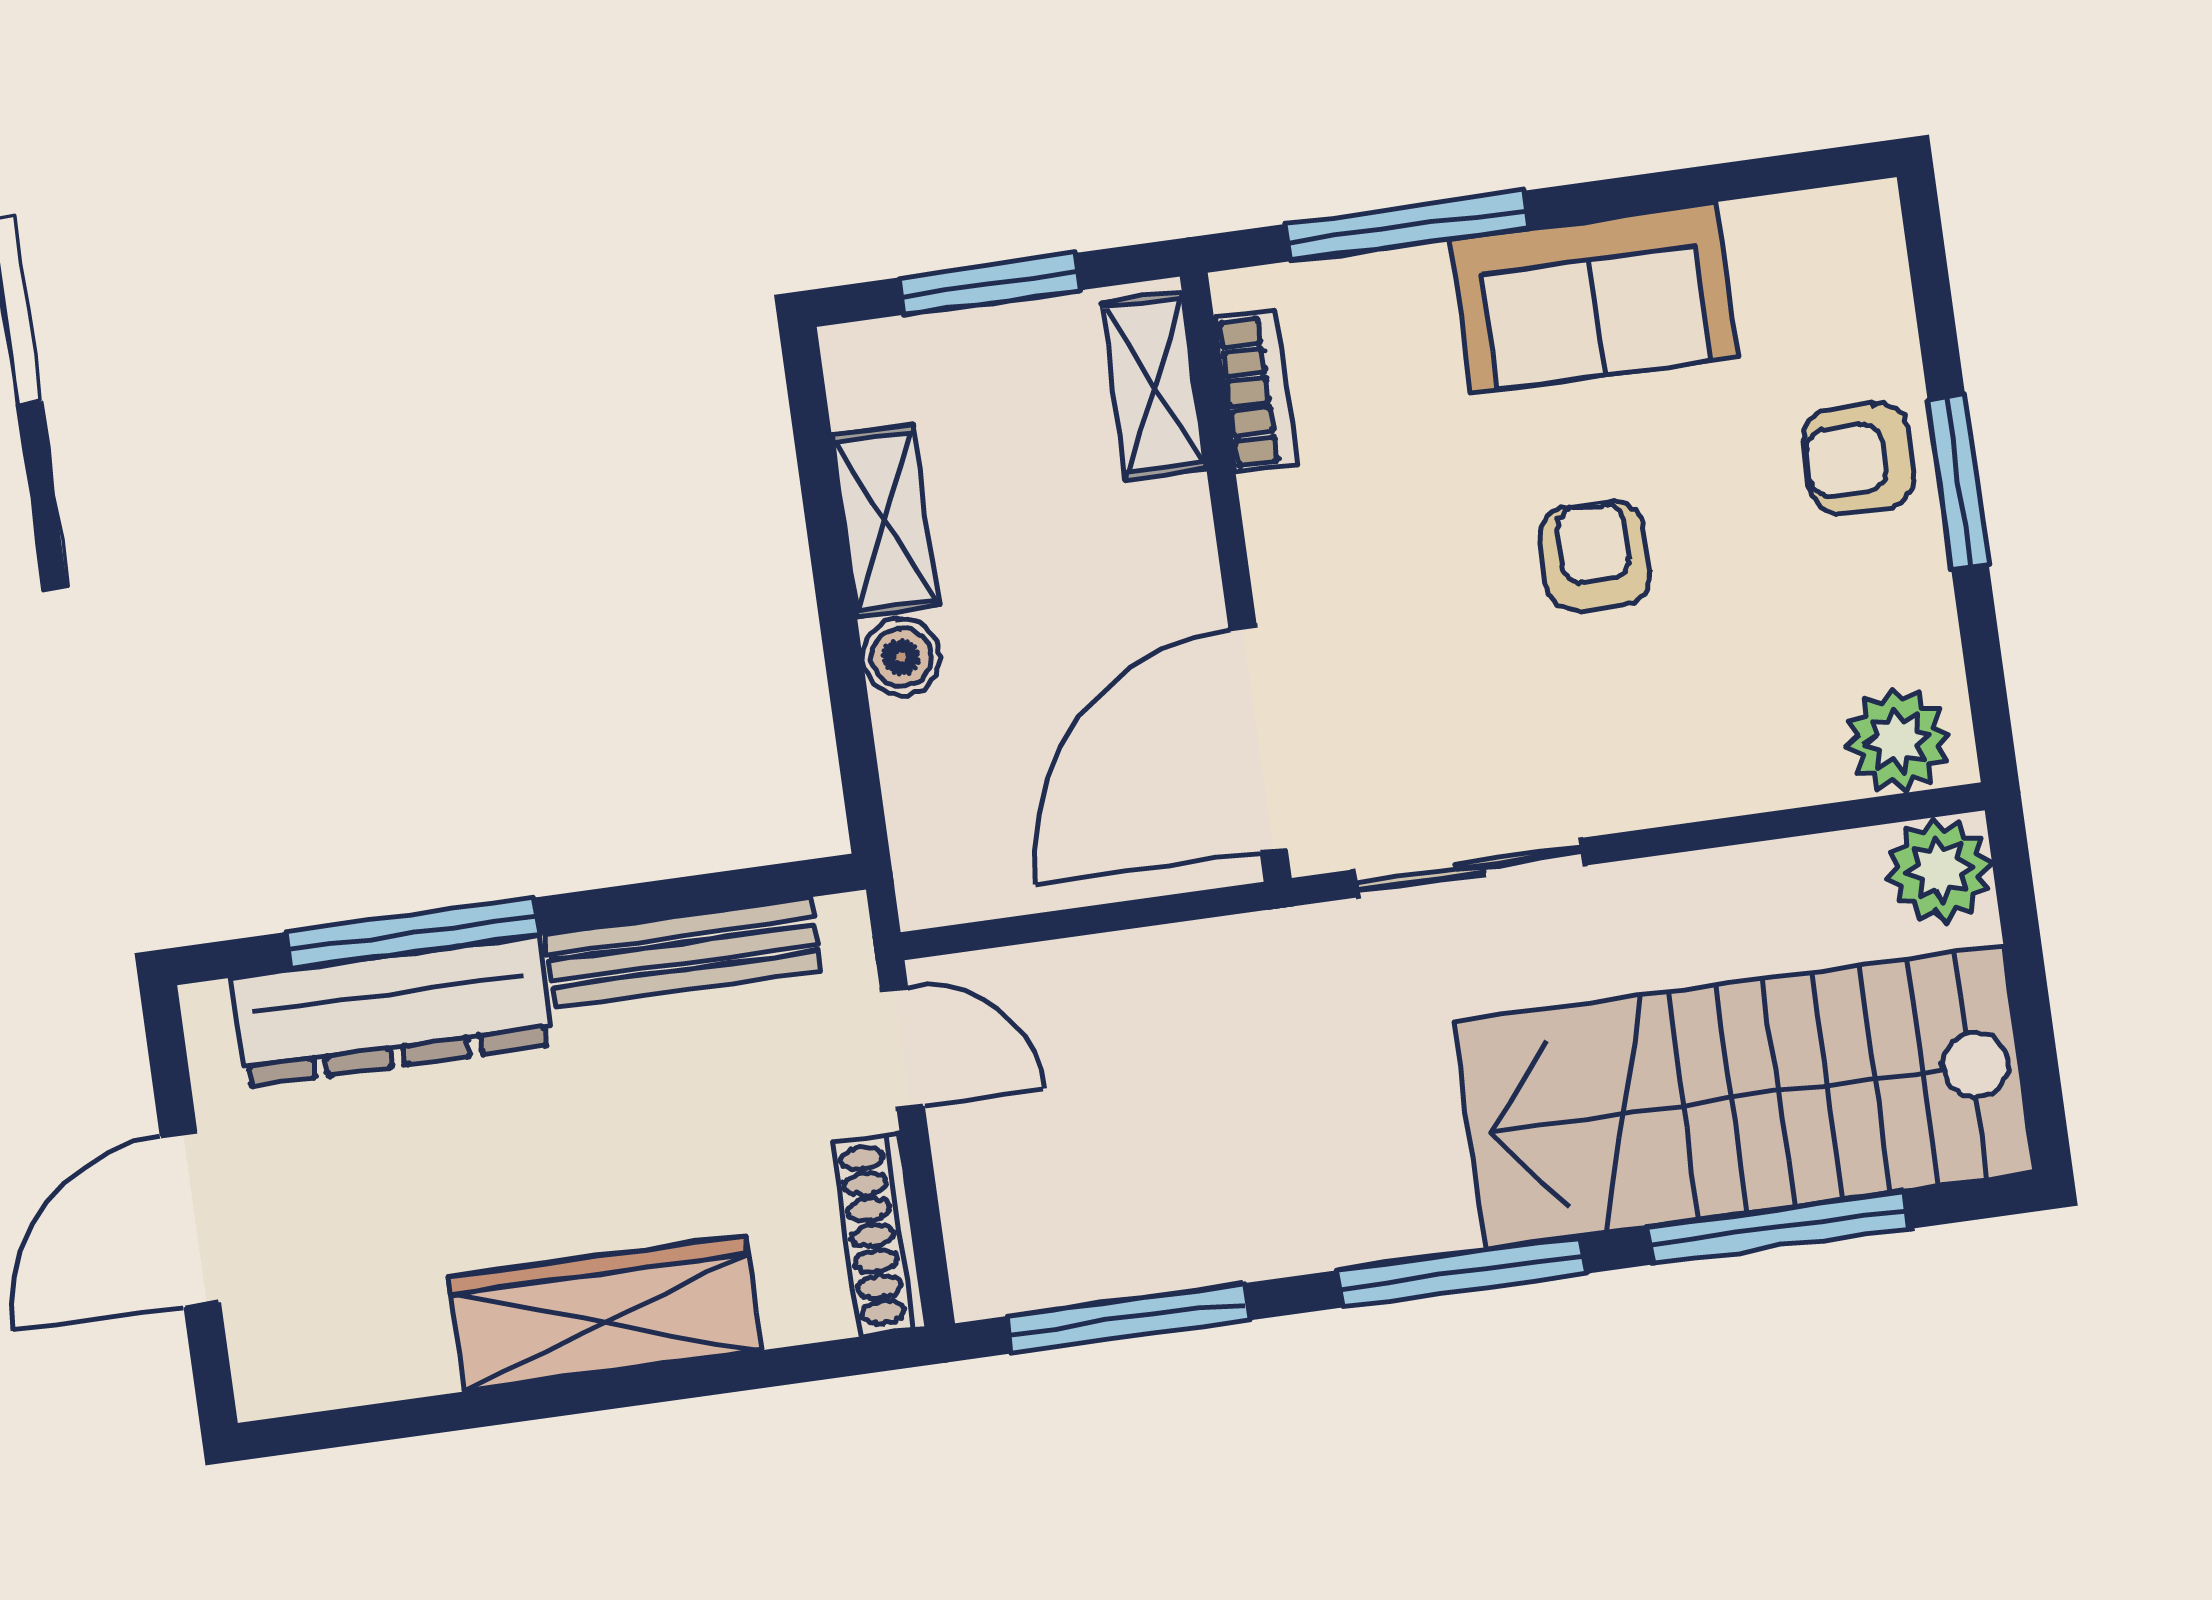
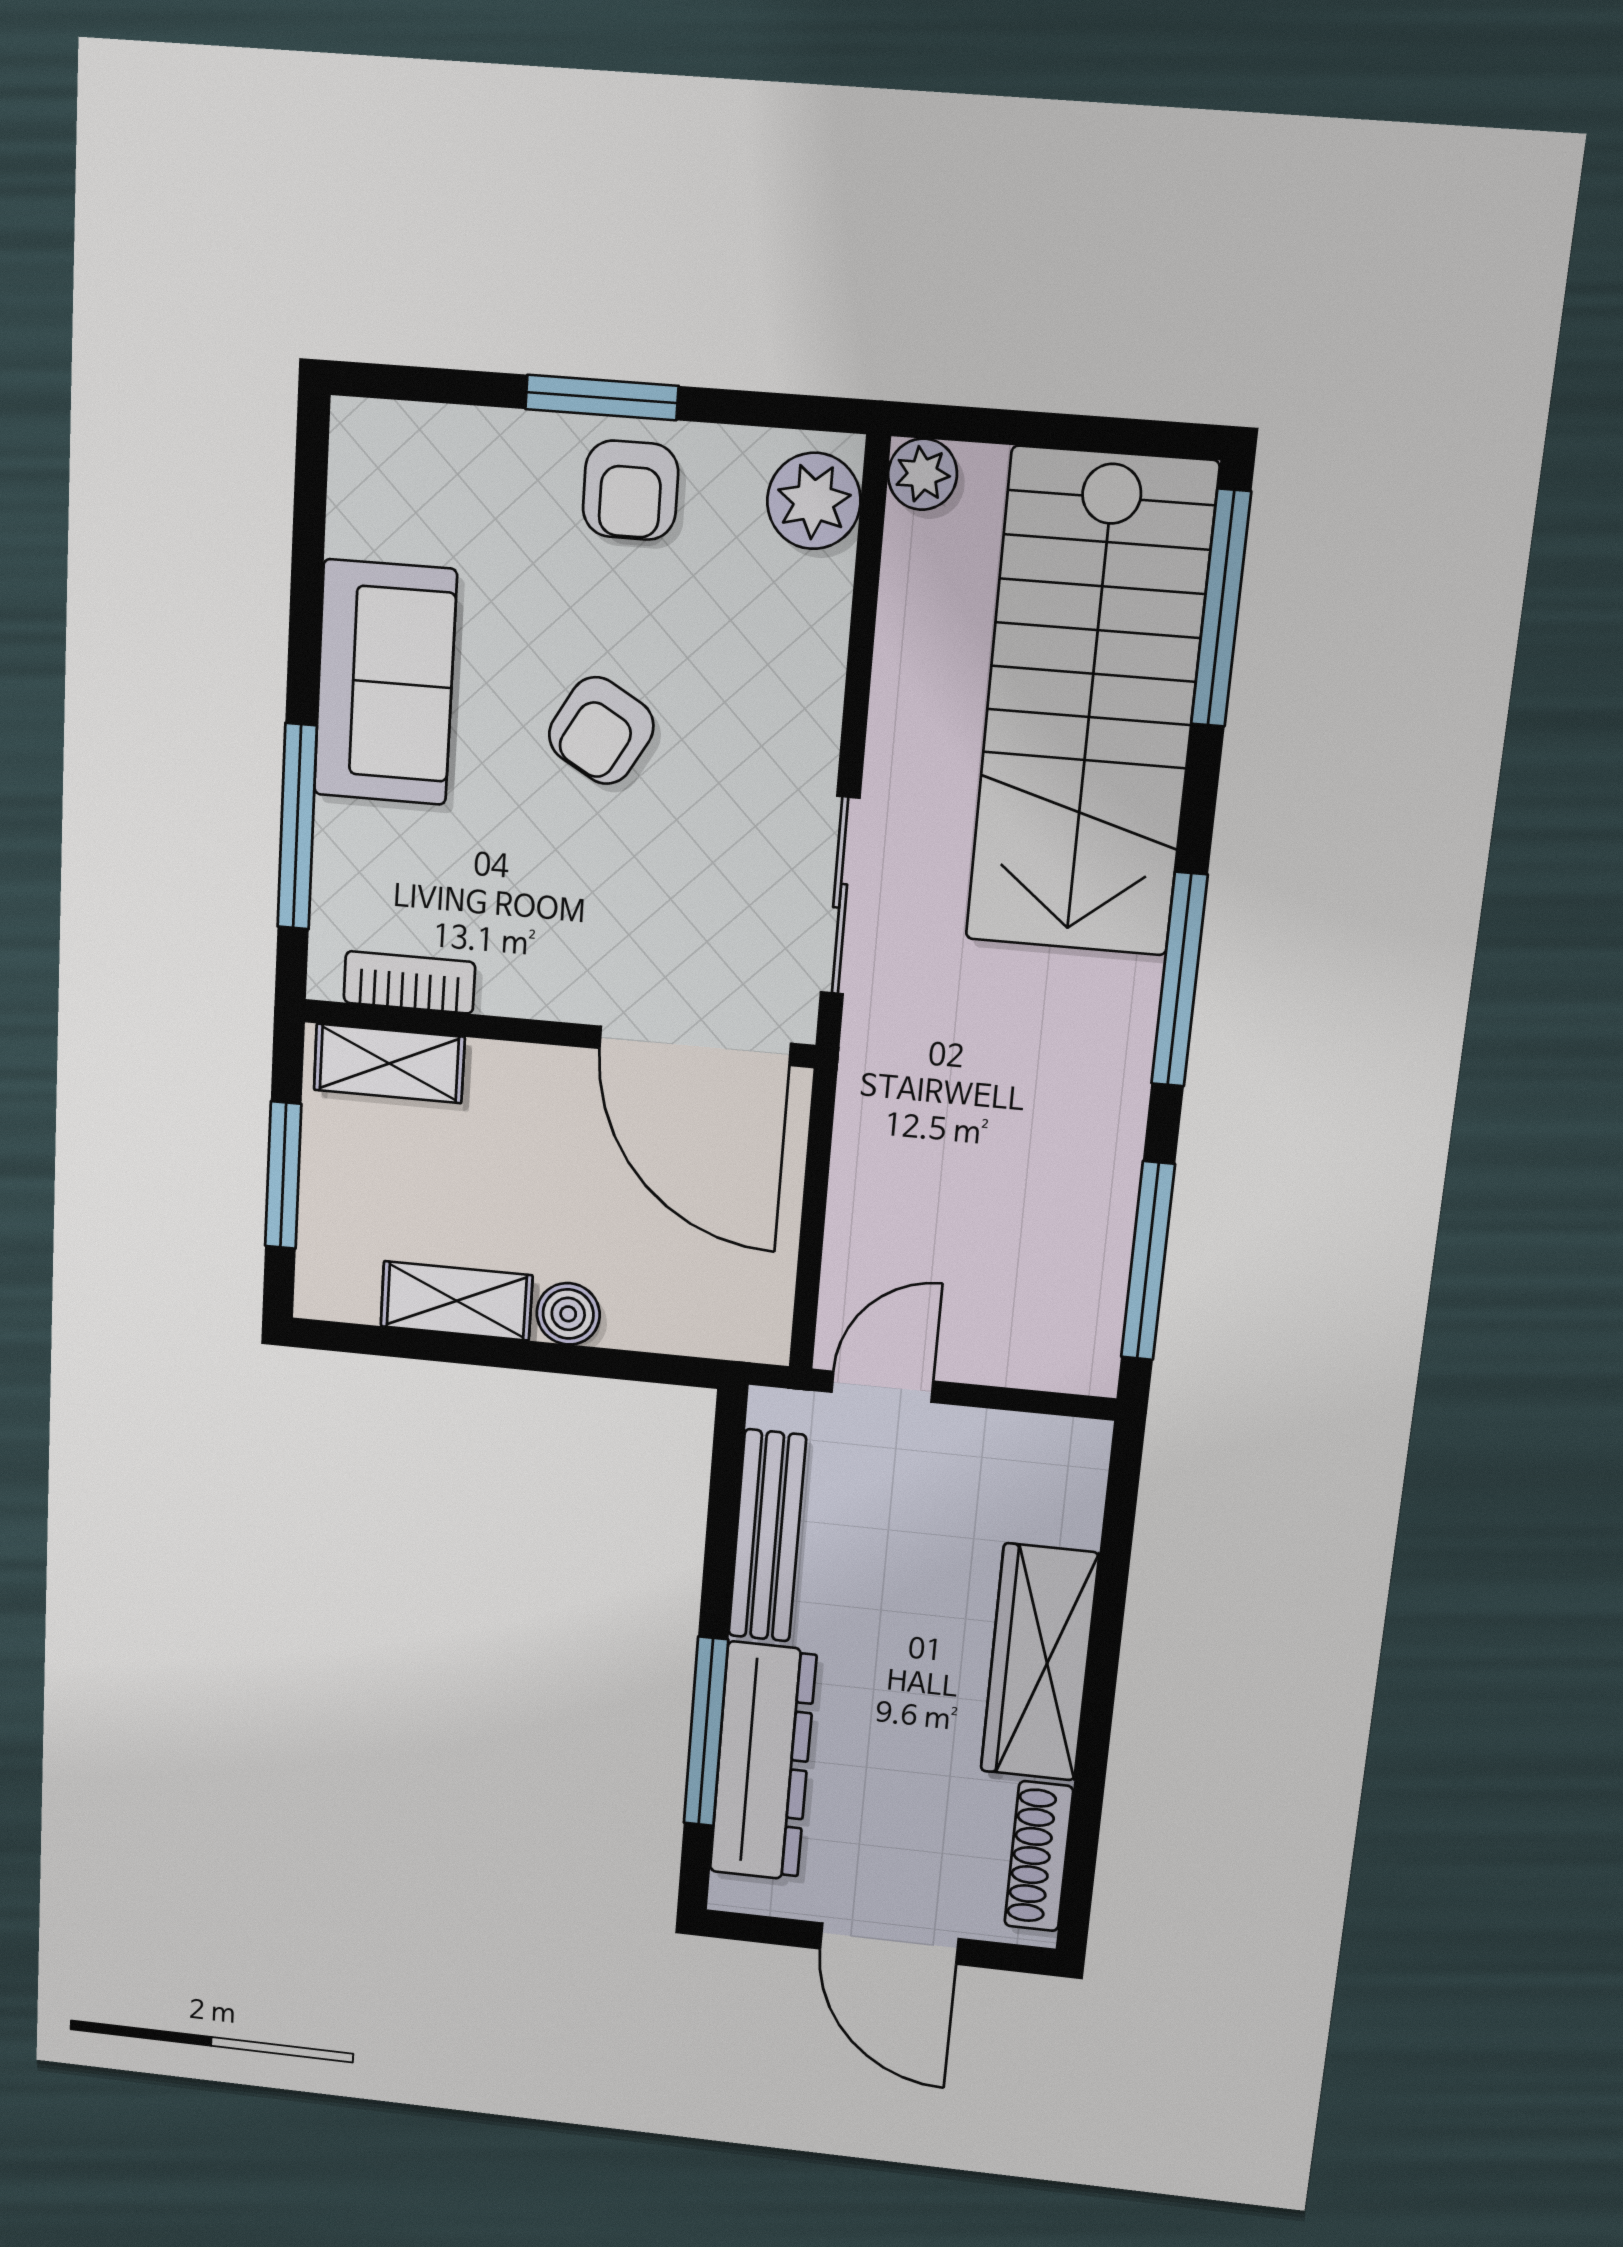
armchair: (1859, 458) -> (631, 490), moved
armchair: (1595, 556) -> (601, 731), turned -60
plant: (1939, 870) -> (923, 474), width x0.73, depth x0.73
window: (1779, 1228) -> (1221, 608), moved
shoe rack: (880, 1234) -> (1039, 1856), moved, turned 90

